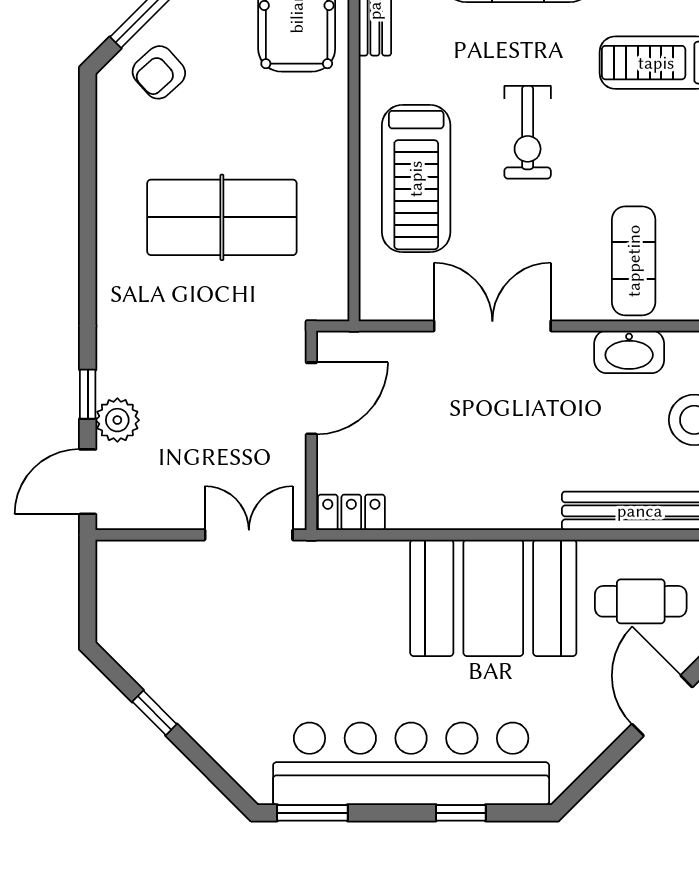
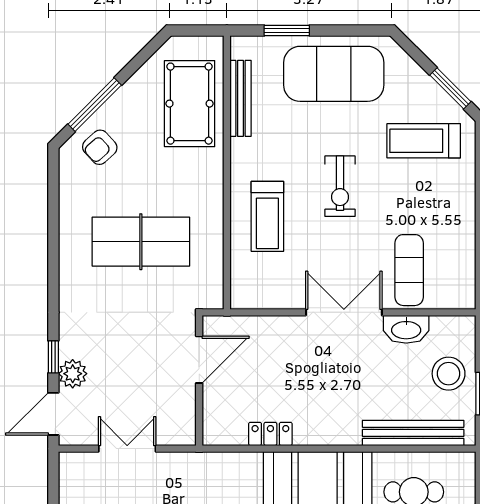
treadmill: (416, 179) -> (267, 216), width x0.73, depth x0.73
double door: (492, 326) -> (344, 312), moved
locker: (351, 512) -> (270, 434), moved
double door: (249, 535) -> (127, 449), moved

